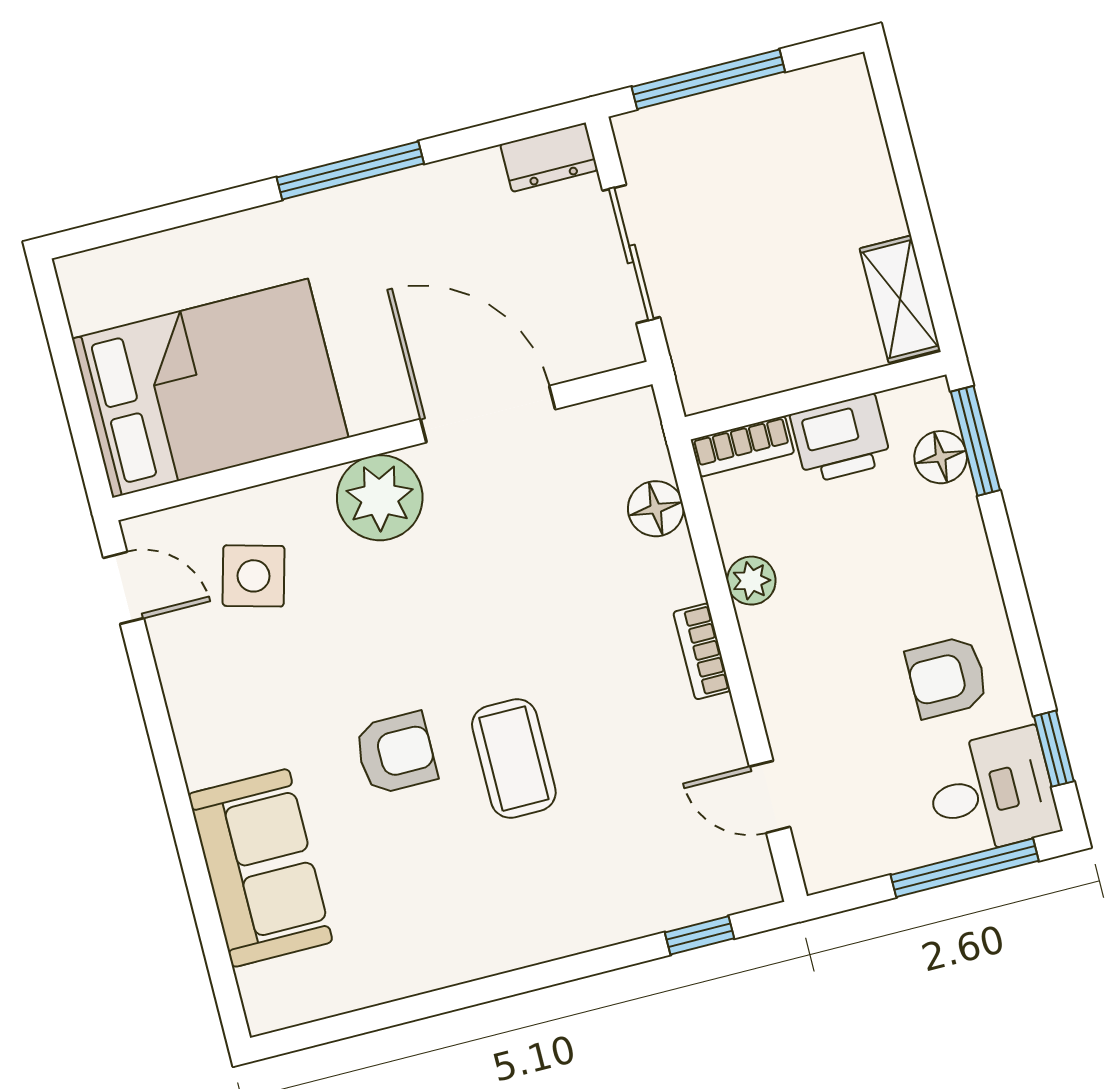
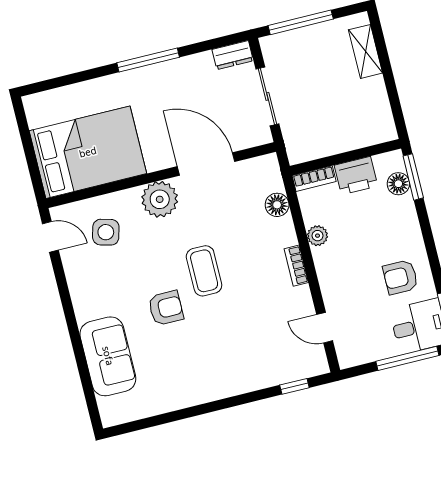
shelving: (900, 299) -> (365, 51), moved
coffee table: (514, 759) -> (204, 271), moved

